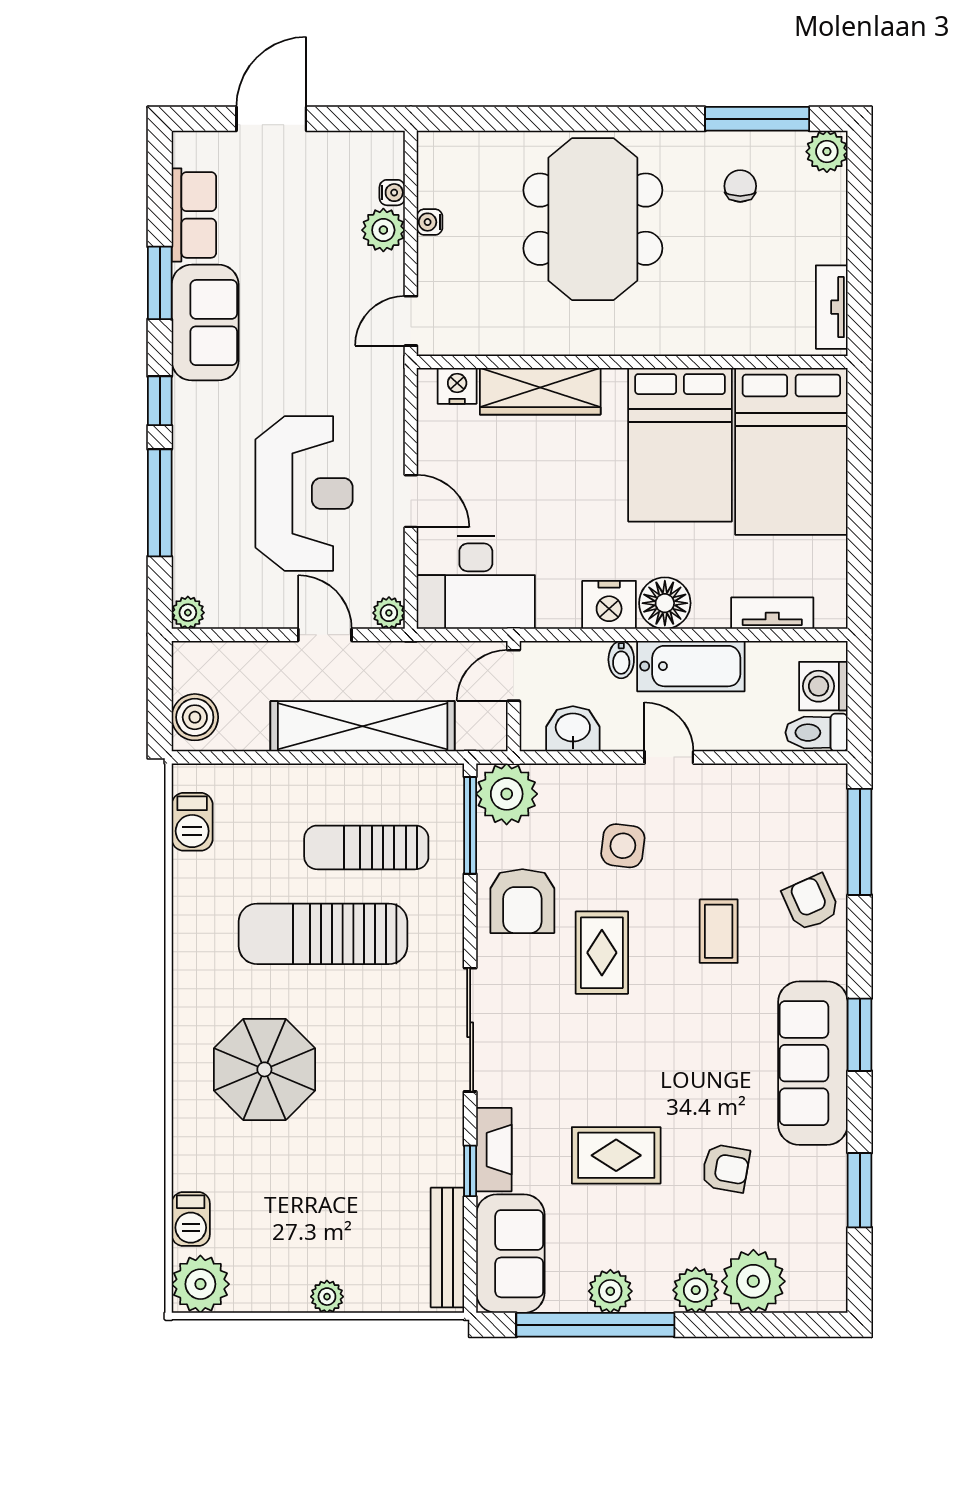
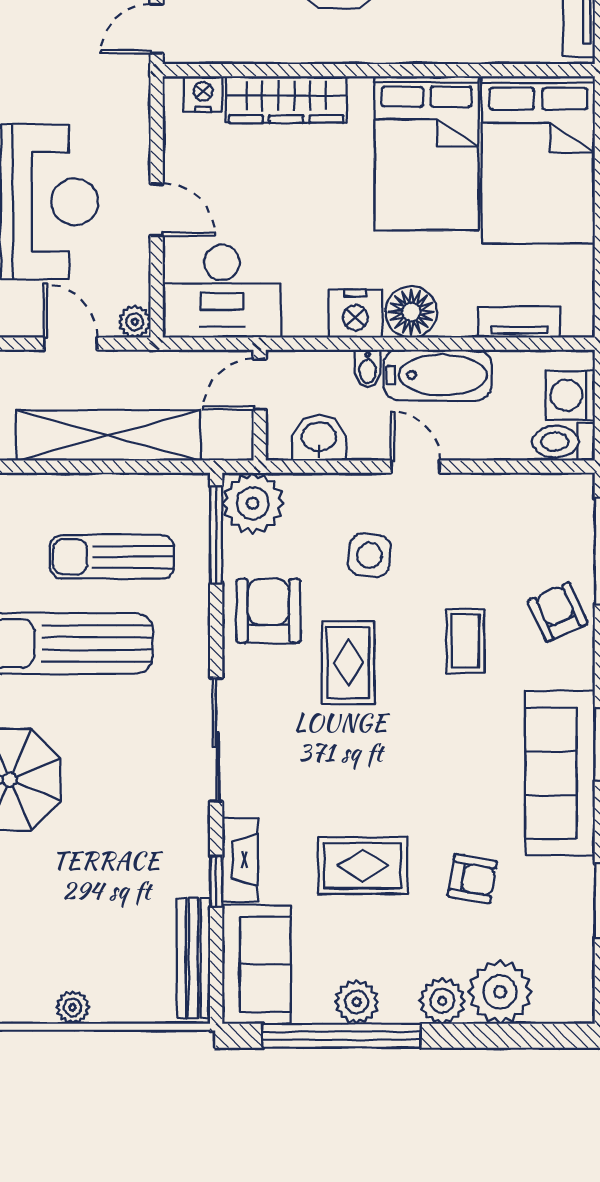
armchair: (522, 901) -> (268, 611), turned 180

